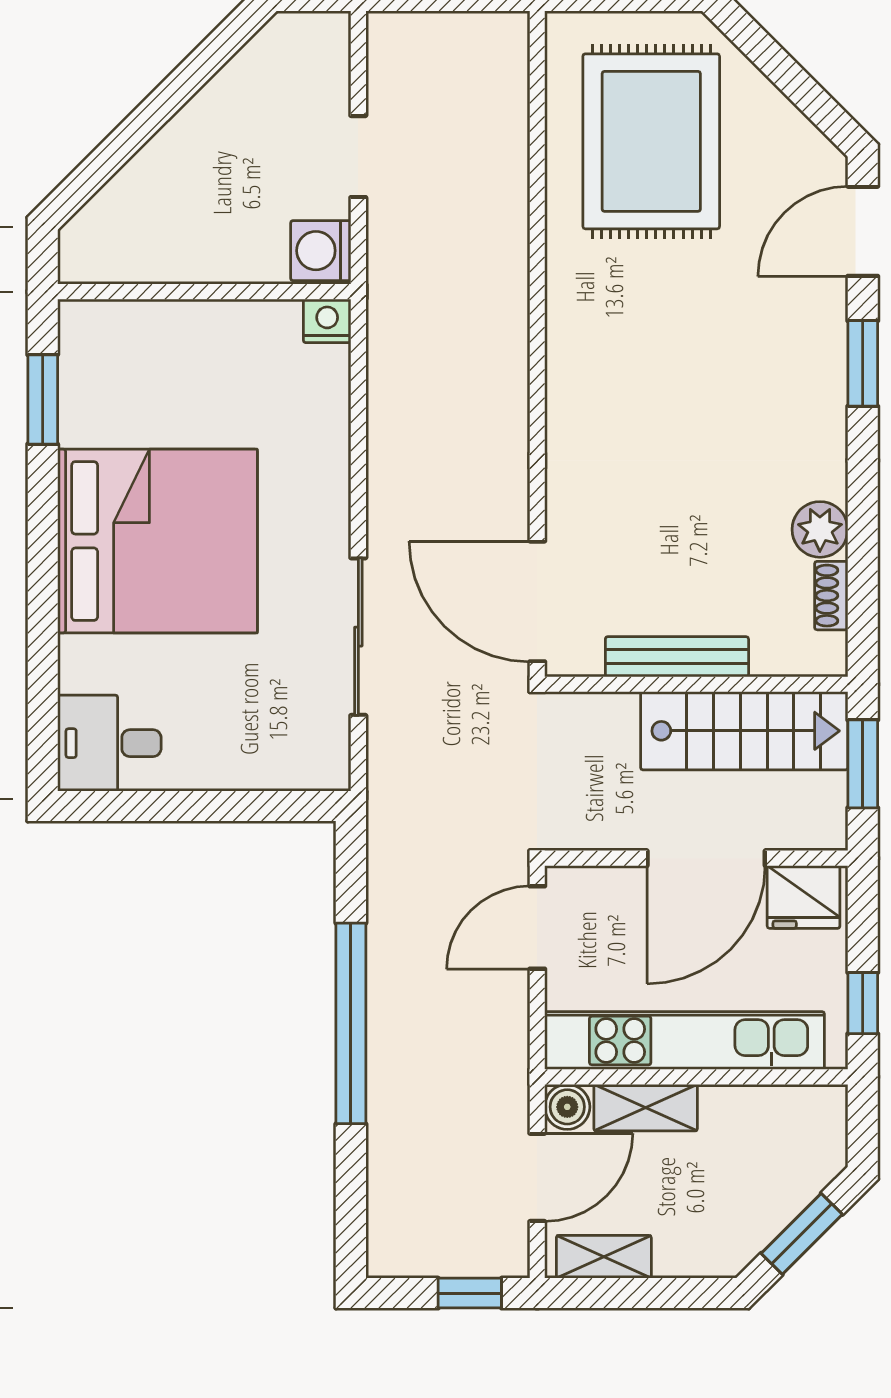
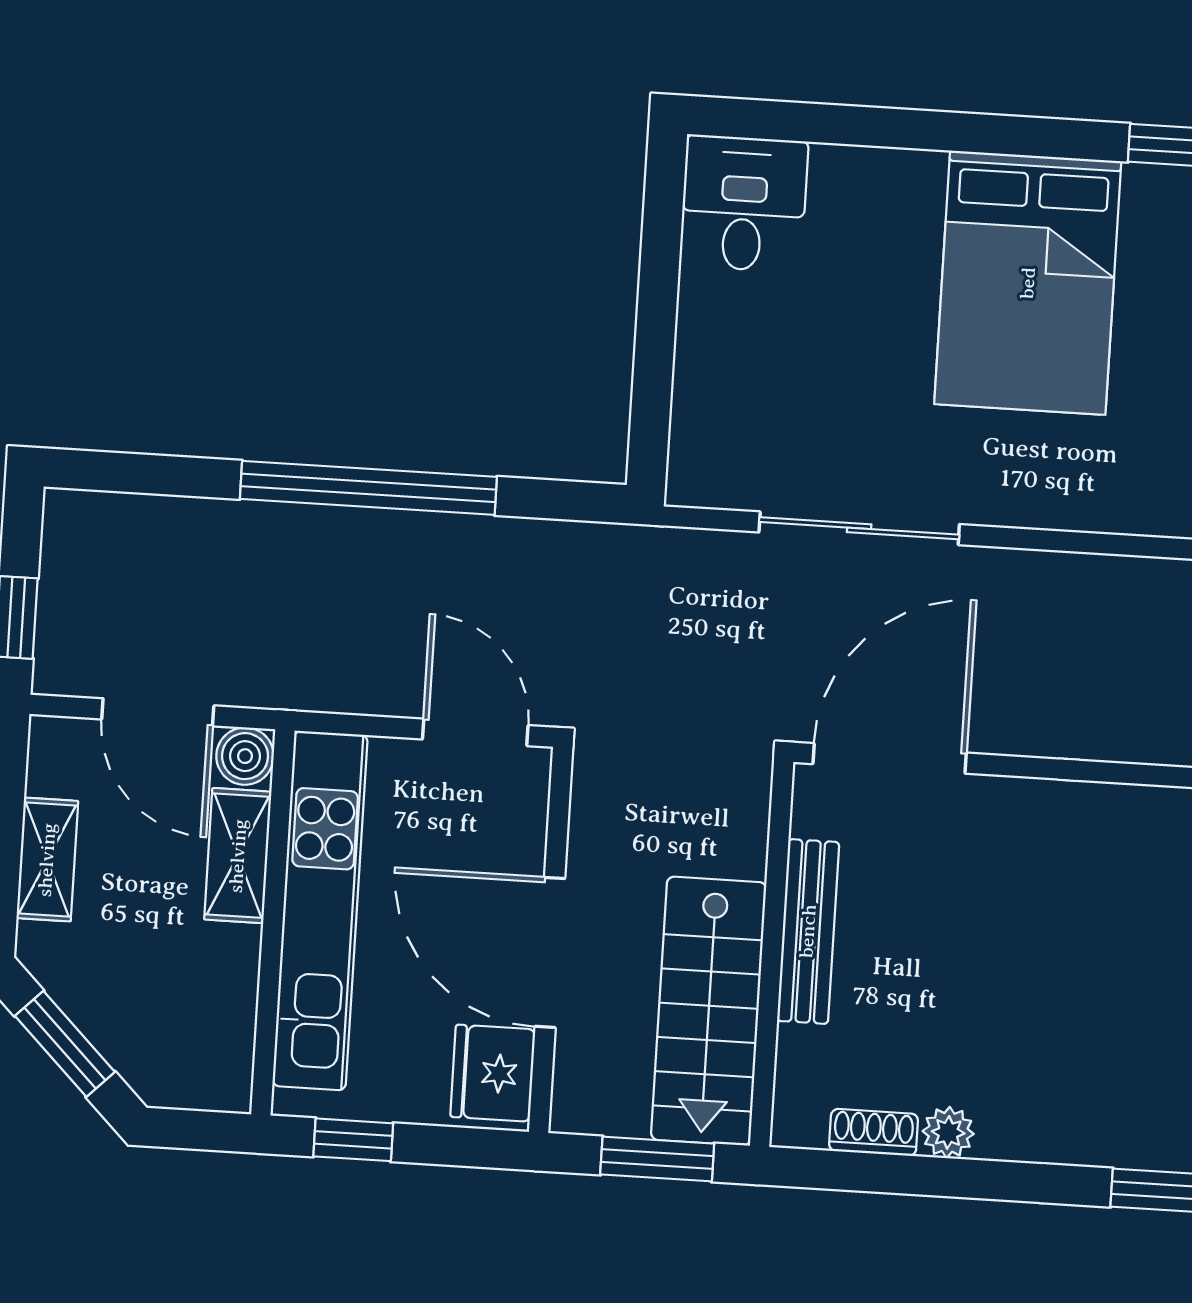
plant: (820, 529) -> (948, 1132), width x0.73, depth x0.73
bed: (157, 541) -> (1028, 283), width x0.73
shelving: (604, 1257) -> (47, 860), moved

